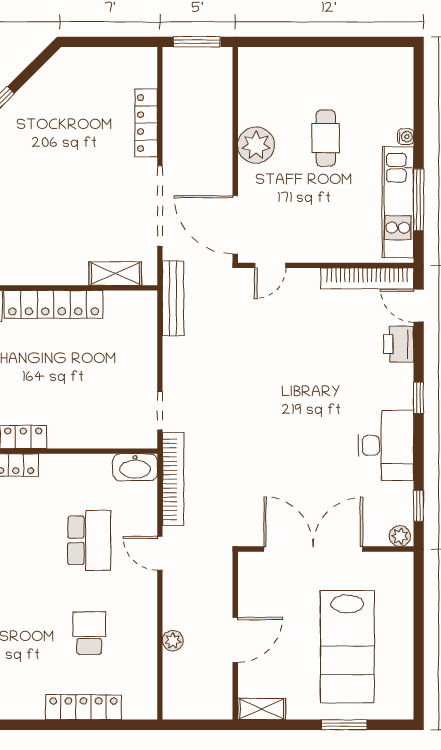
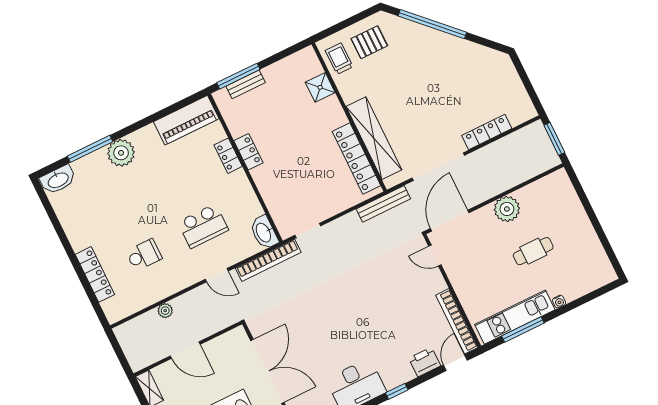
shelving: (115, 274) -> (374, 138), width x2.20, depth x1.33
locker: (54, 304) -> (356, 159), moved
door: (160, 553) -> (217, 275), swing flipped

